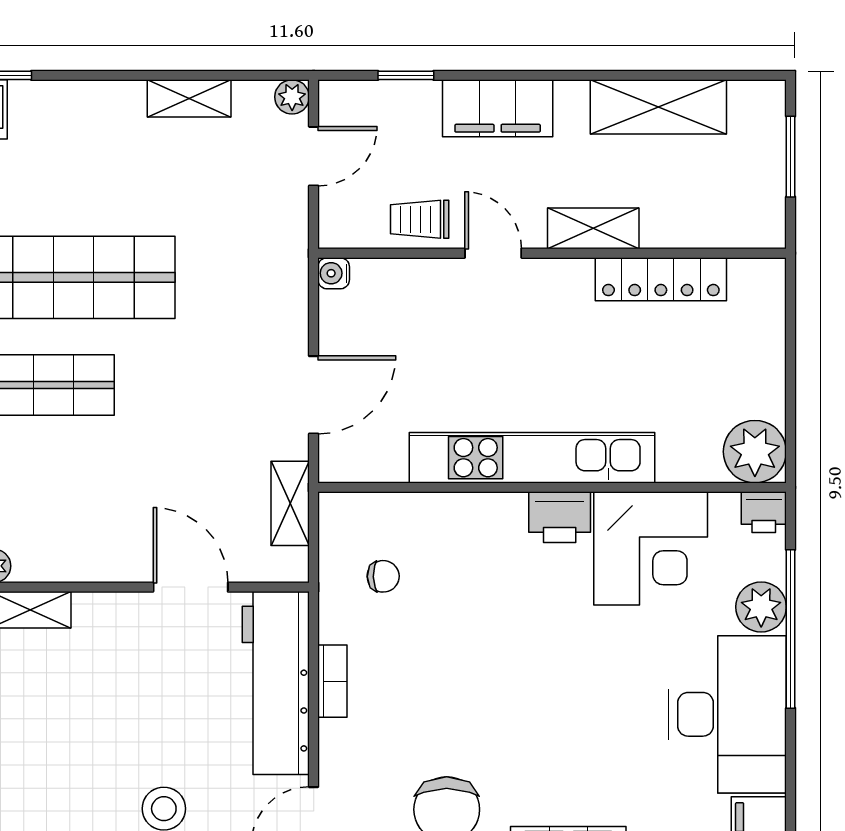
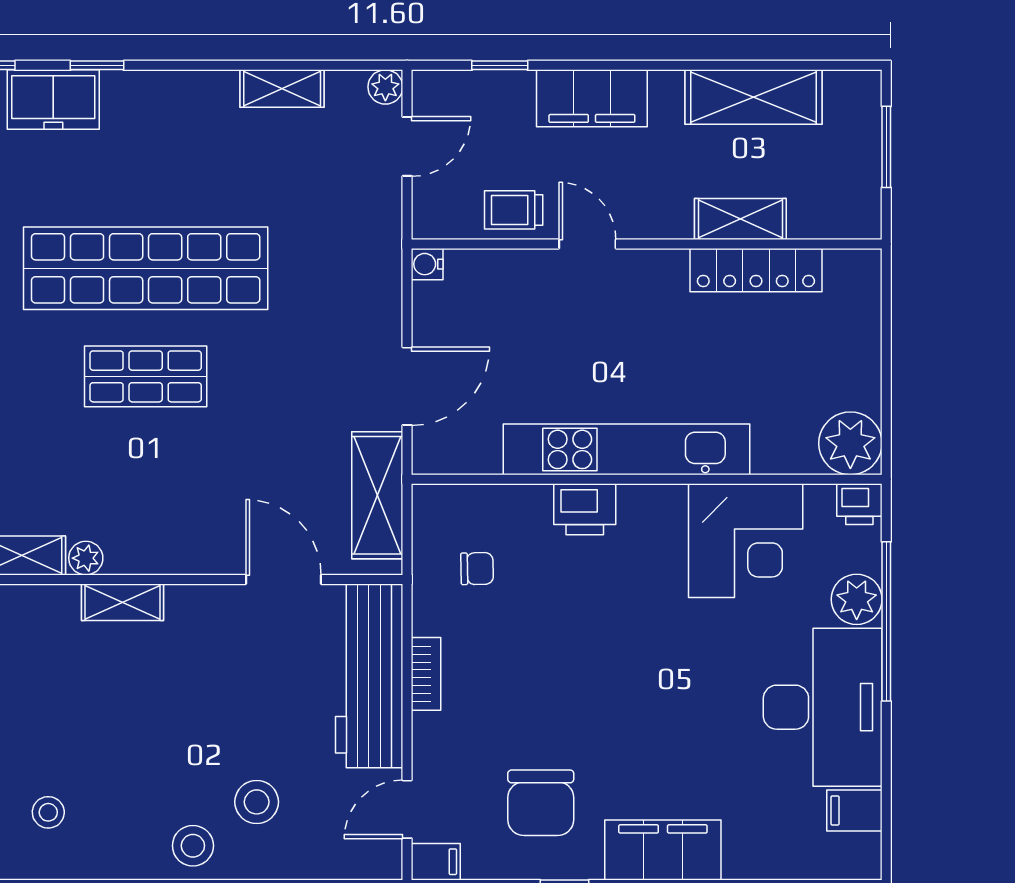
shelving: (593, 228) -> (740, 219), moved
shelving: (290, 503) -> (377, 495), width x1.50, depth x1.33
printer: (560, 517) -> (585, 509), moved

